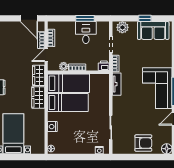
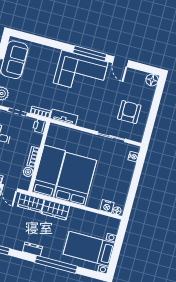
bed: (68, 102) -> (75, 179), width x1.50
nightstand: (52, 127) -> (107, 206), moved
armchair: (143, 143) -> (129, 112), moved

